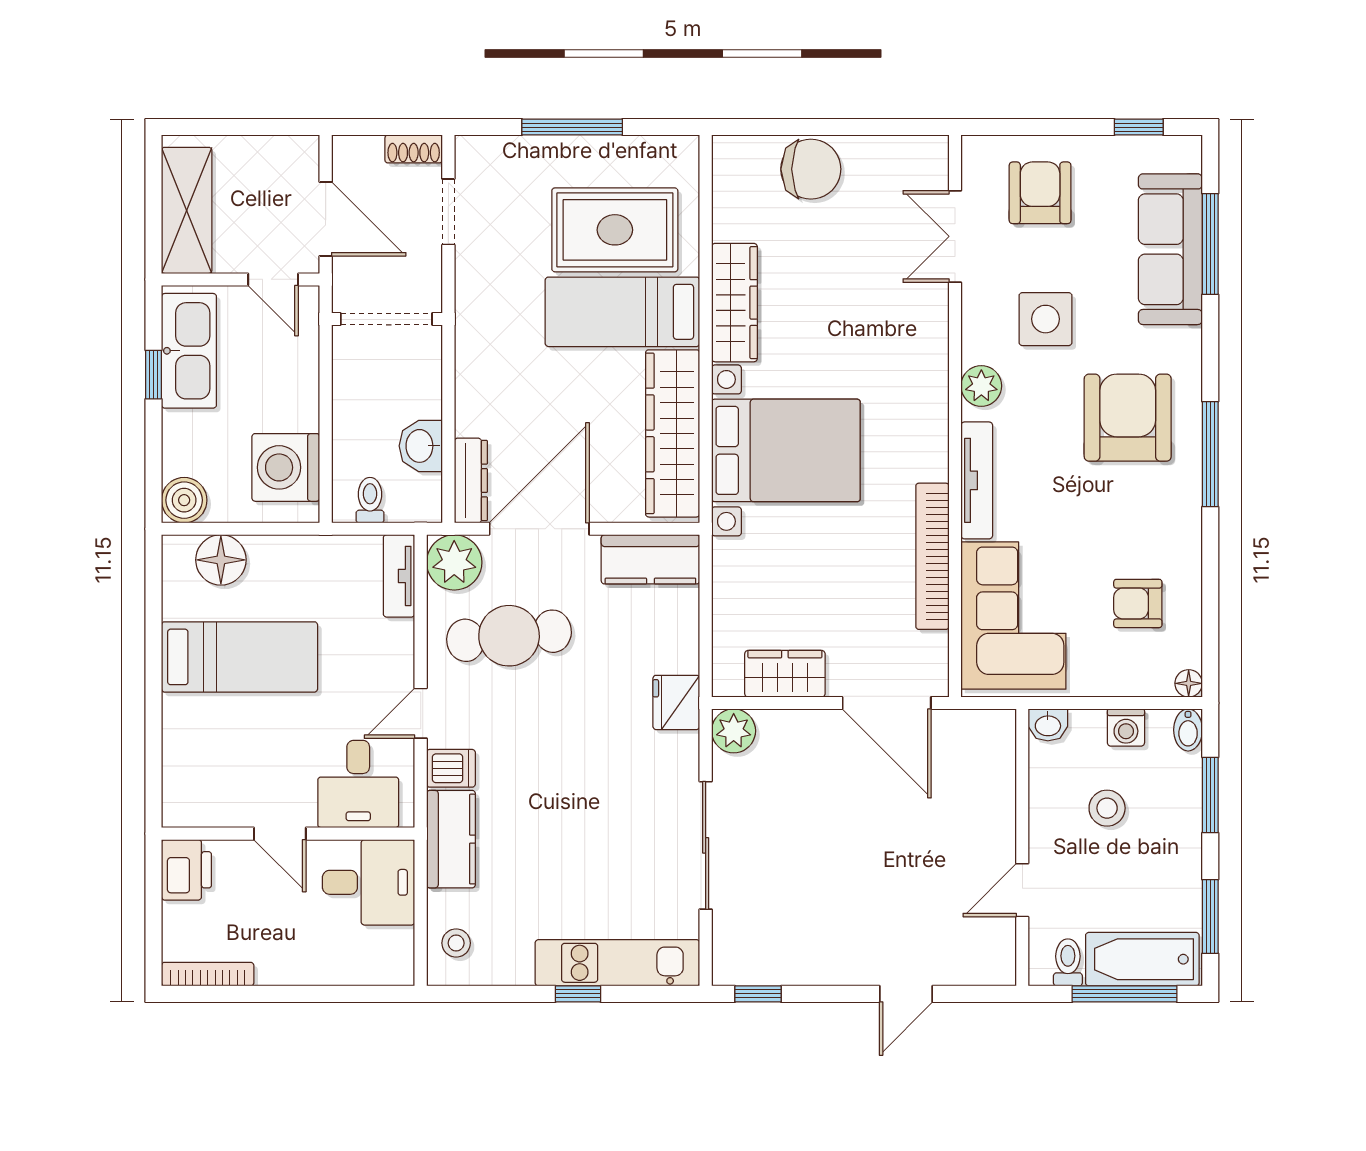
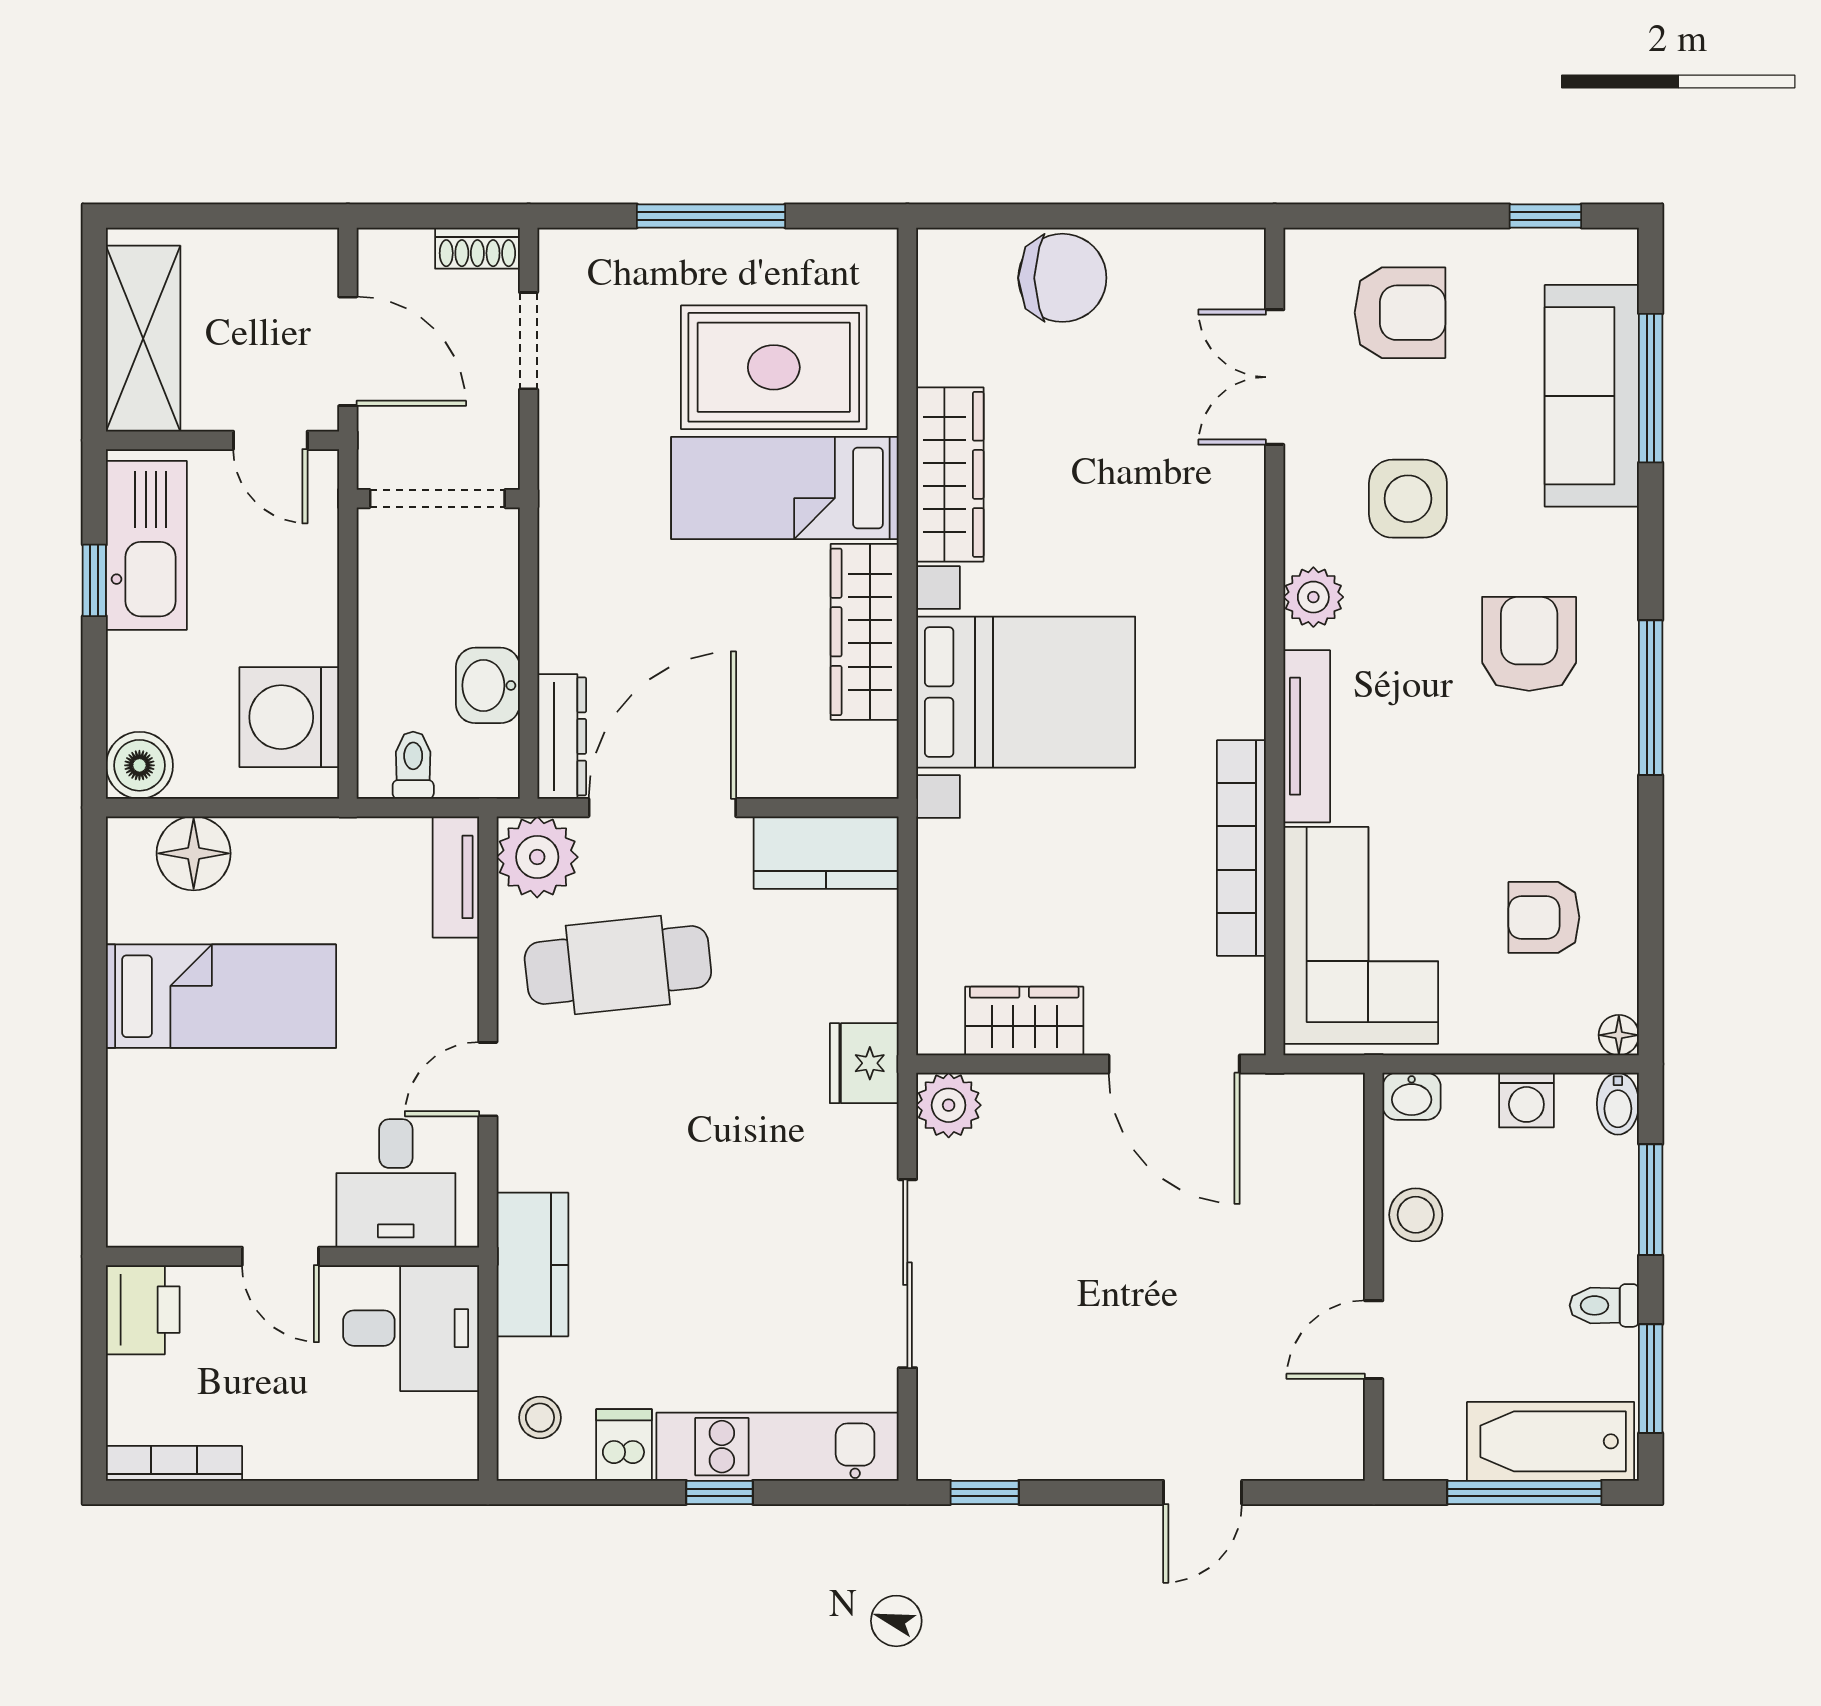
armchair: (1040, 193) -> (1400, 313), turned 90
armchair: (1128, 418) -> (1529, 644), width x0.73, depth x0.73
wardrobe: (673, 433) -> (865, 632), width x0.71, depth x0.85
dishwasher: (451, 768) -> (624, 1445), moved, turned -90
stool: (1107, 808) -> (1416, 1215), moved
toilet: (1068, 962) -> (1604, 1305), moved, turned -90

